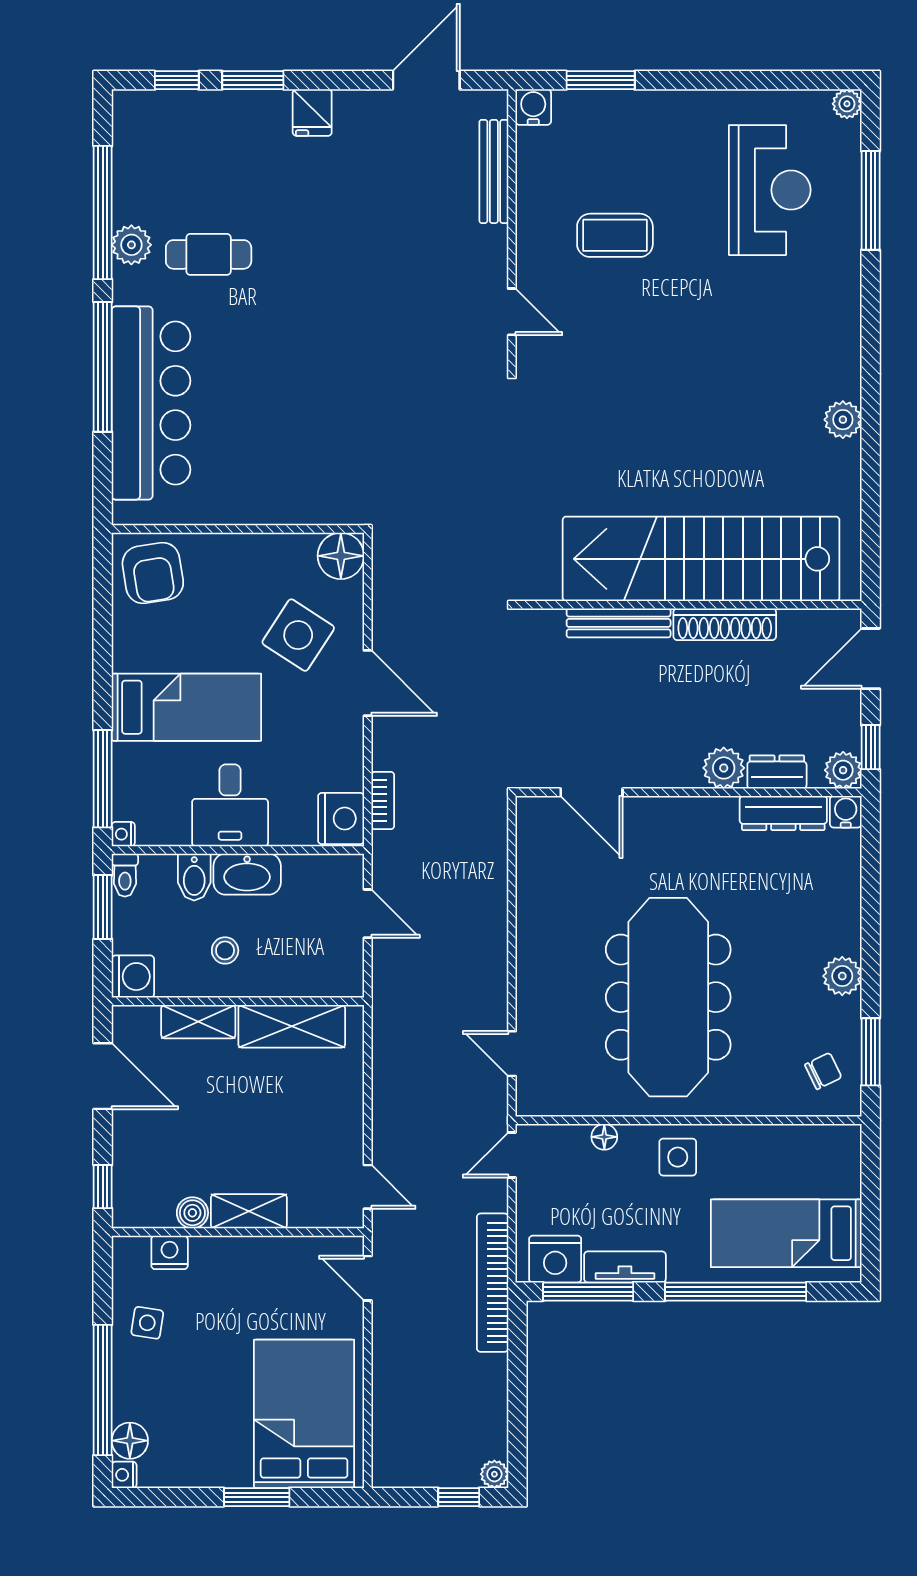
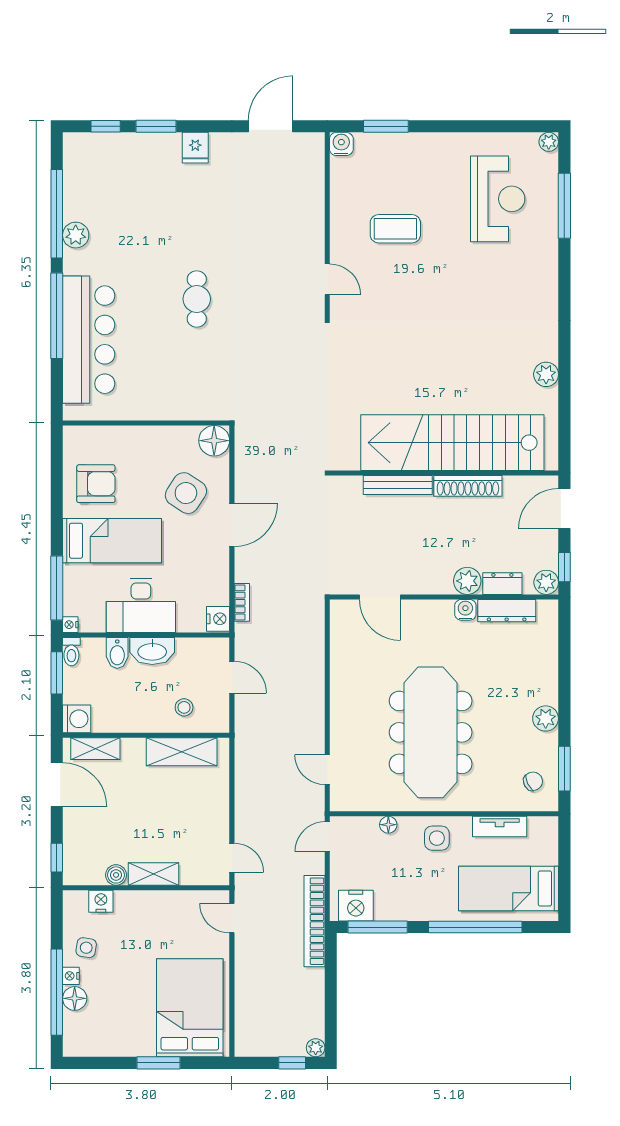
bench: (494, 171) -> (315, 187), removed
cafe table: (209, 254) -> (197, 299), moved, turned 90
plant: (843, 420) -> (546, 374), moved
armchair: (153, 573) -> (96, 484), moved, turned -81
door: (368, 683) -> (232, 525), hinge flipped
desk: (230, 805) -> (141, 606), width x1.37
water cooler: (846, 812) -> (465, 610), moved
nightstand: (341, 819) -> (218, 619), width x0.74, depth x0.75
stool: (225, 950) -> (184, 707), moved
shelving: (198, 1022) -> (95, 749), moved
tv unit: (625, 1267) -> (500, 826), moved, turned 180
floor lamp: (130, 1441) -> (75, 998), moved
nightstand: (124, 1475) -> (71, 976), moved

